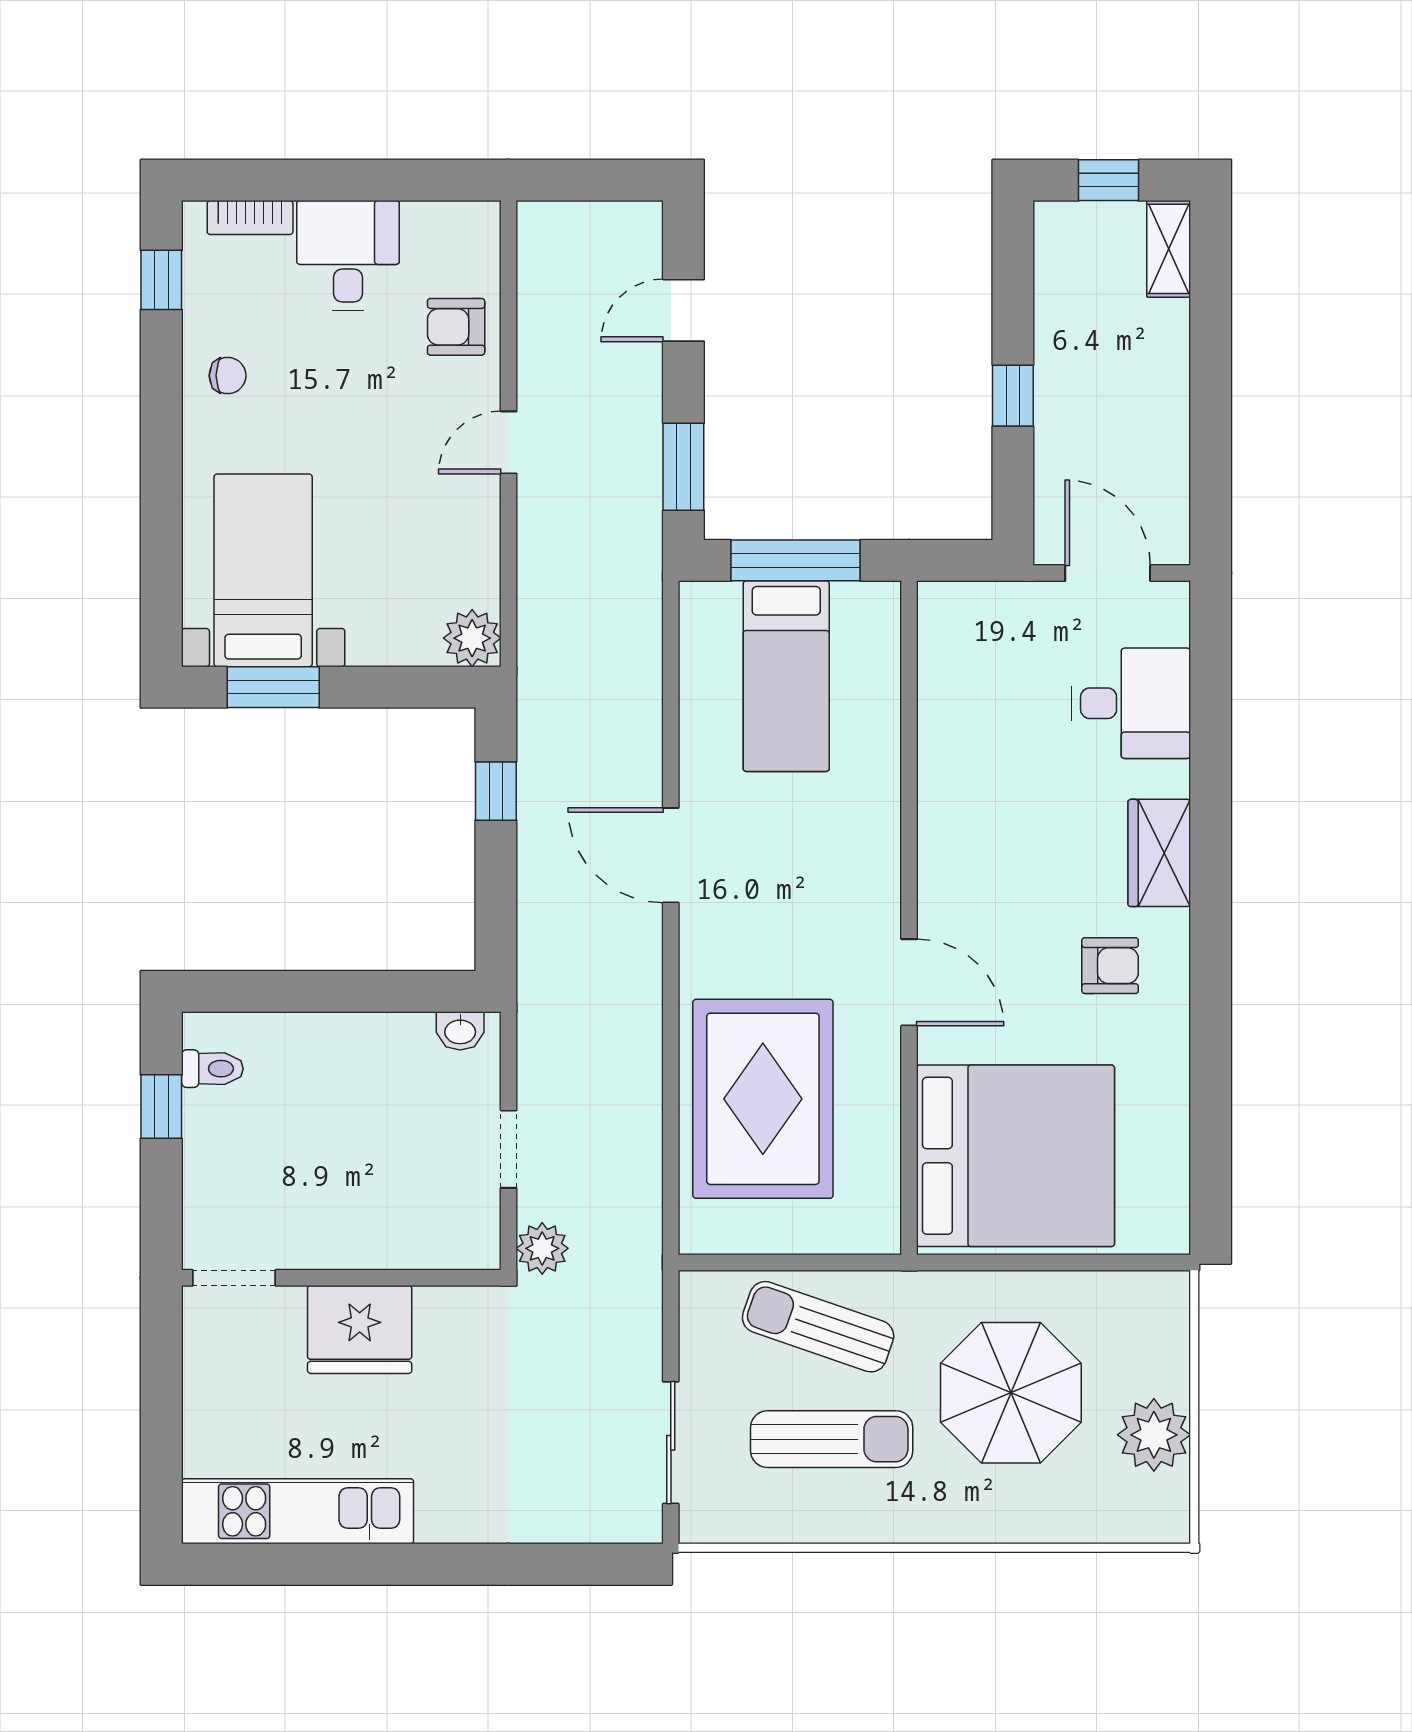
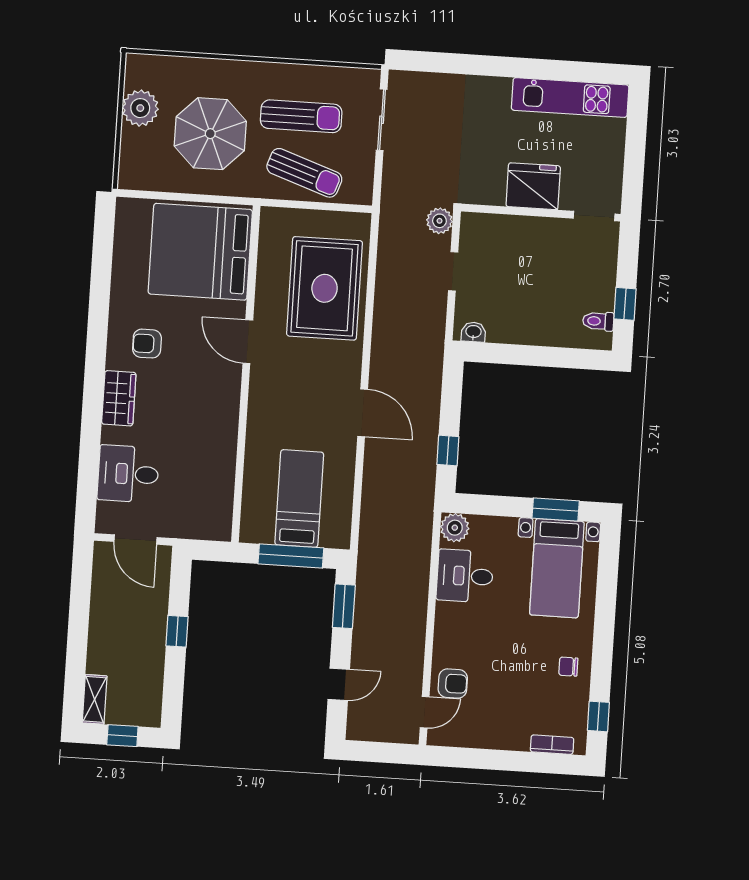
desk: (348, 256) -> (465, 576), moved, turned 90
door: (509, 443) -> (425, 712), moved
sun lounger: (832, 1439) -> (301, 116), turned 180

